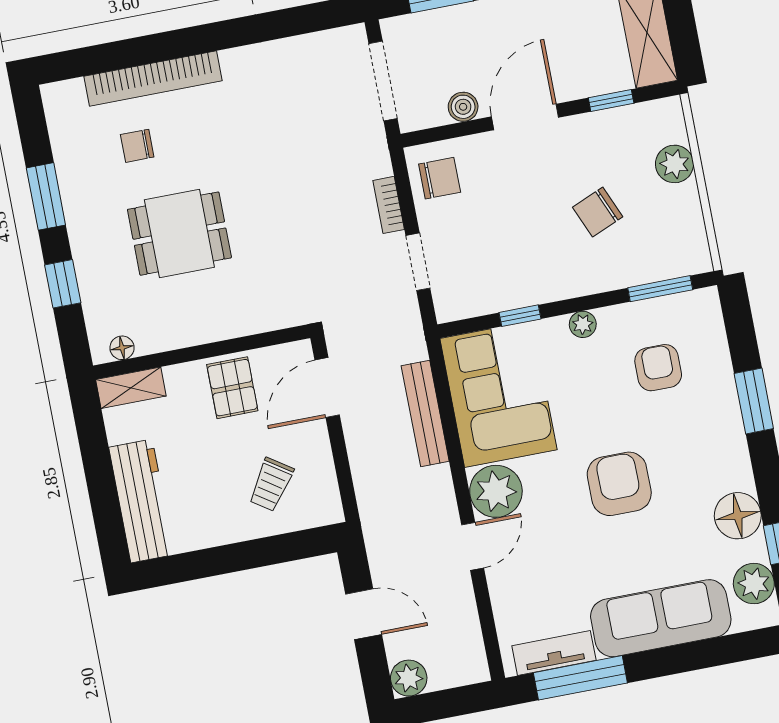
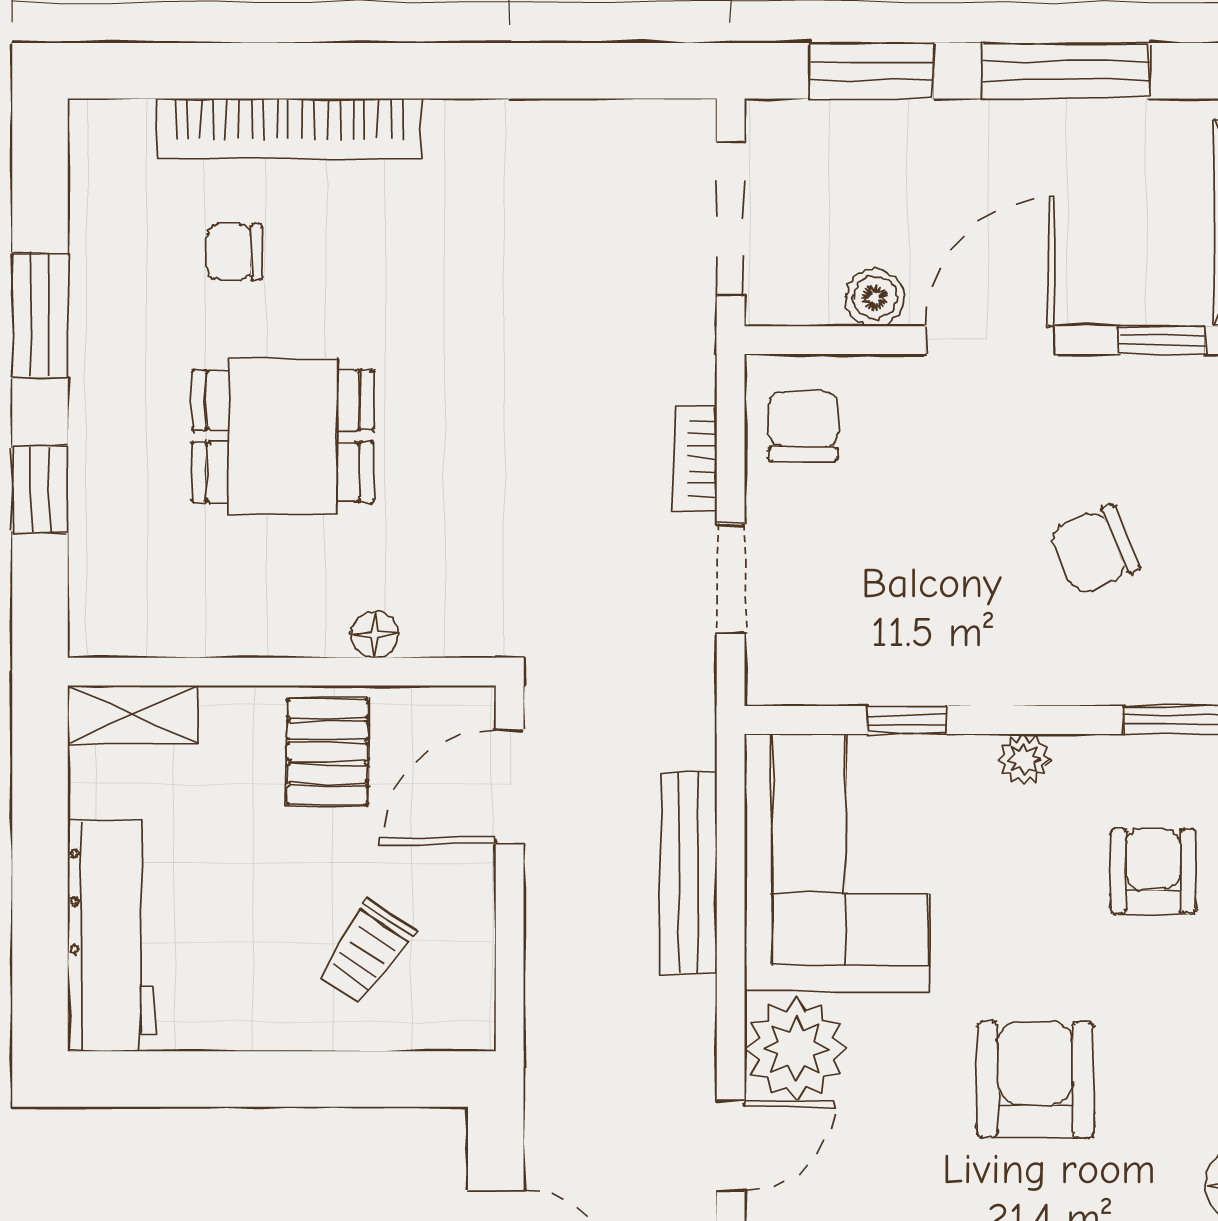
chair: (440, 178) -> (803, 426), turned -90
floor lamp: (122, 348) -> (375, 634), moved

